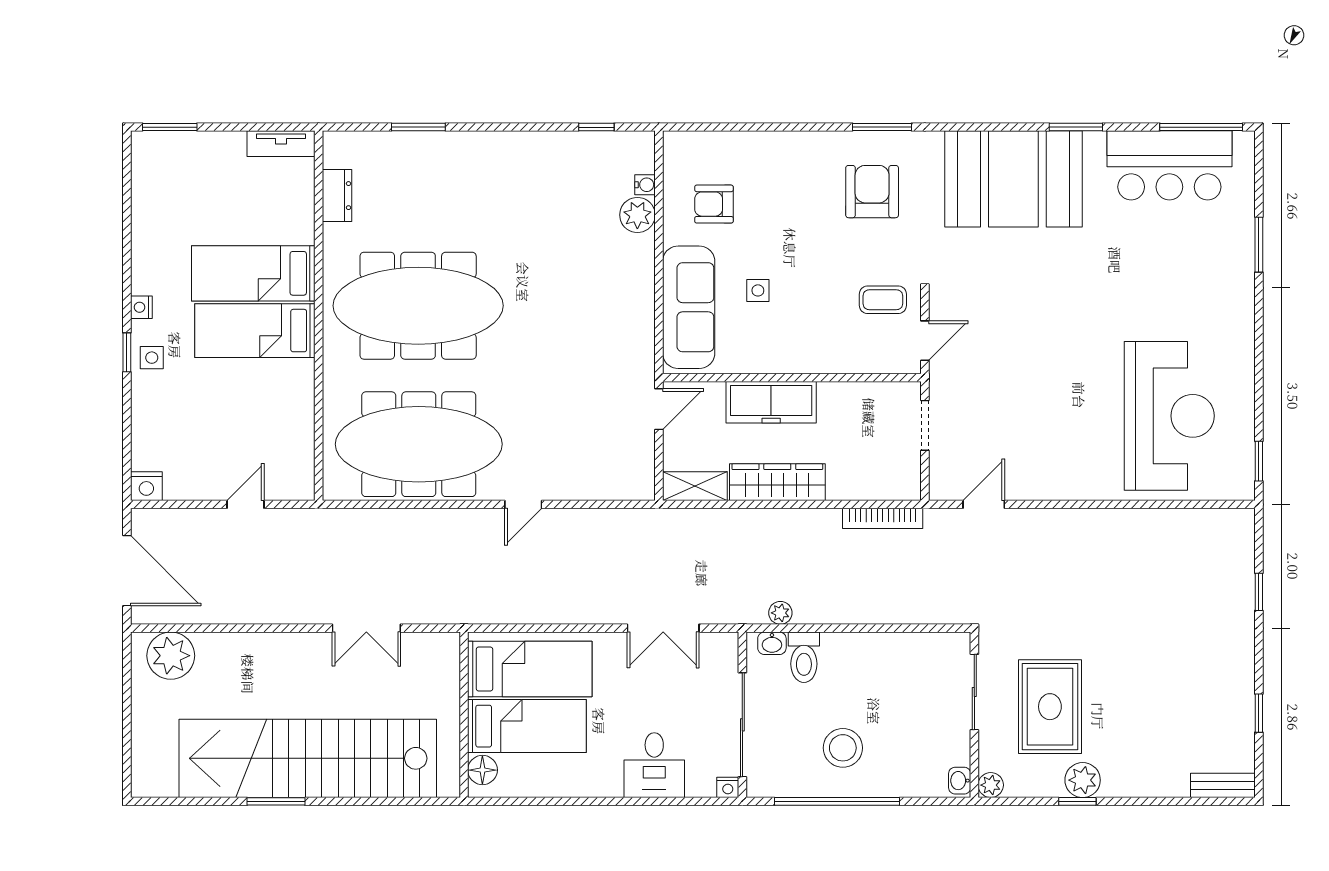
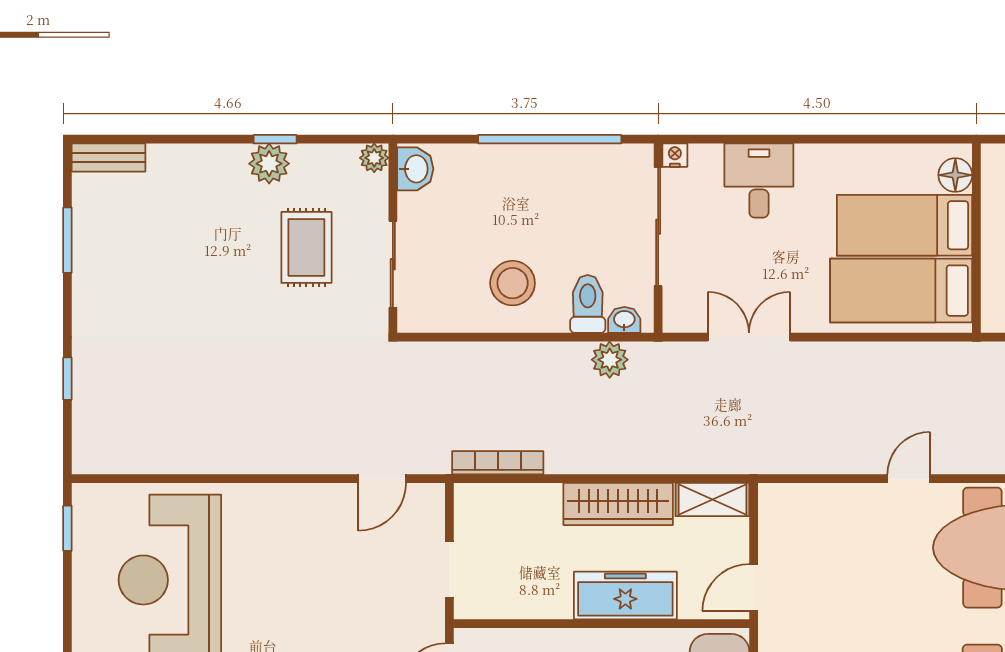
plant: (780, 613) -> (610, 360), width x1.38, depth x1.38
rug: (1050, 707) -> (306, 247), width x0.73, depth x0.70
window: (1259, 713) -> (67, 240), width x1.50
stool: (843, 748) -> (513, 283), moved
washbasin: (960, 781) -> (415, 169), width x1.38, depth x1.45

